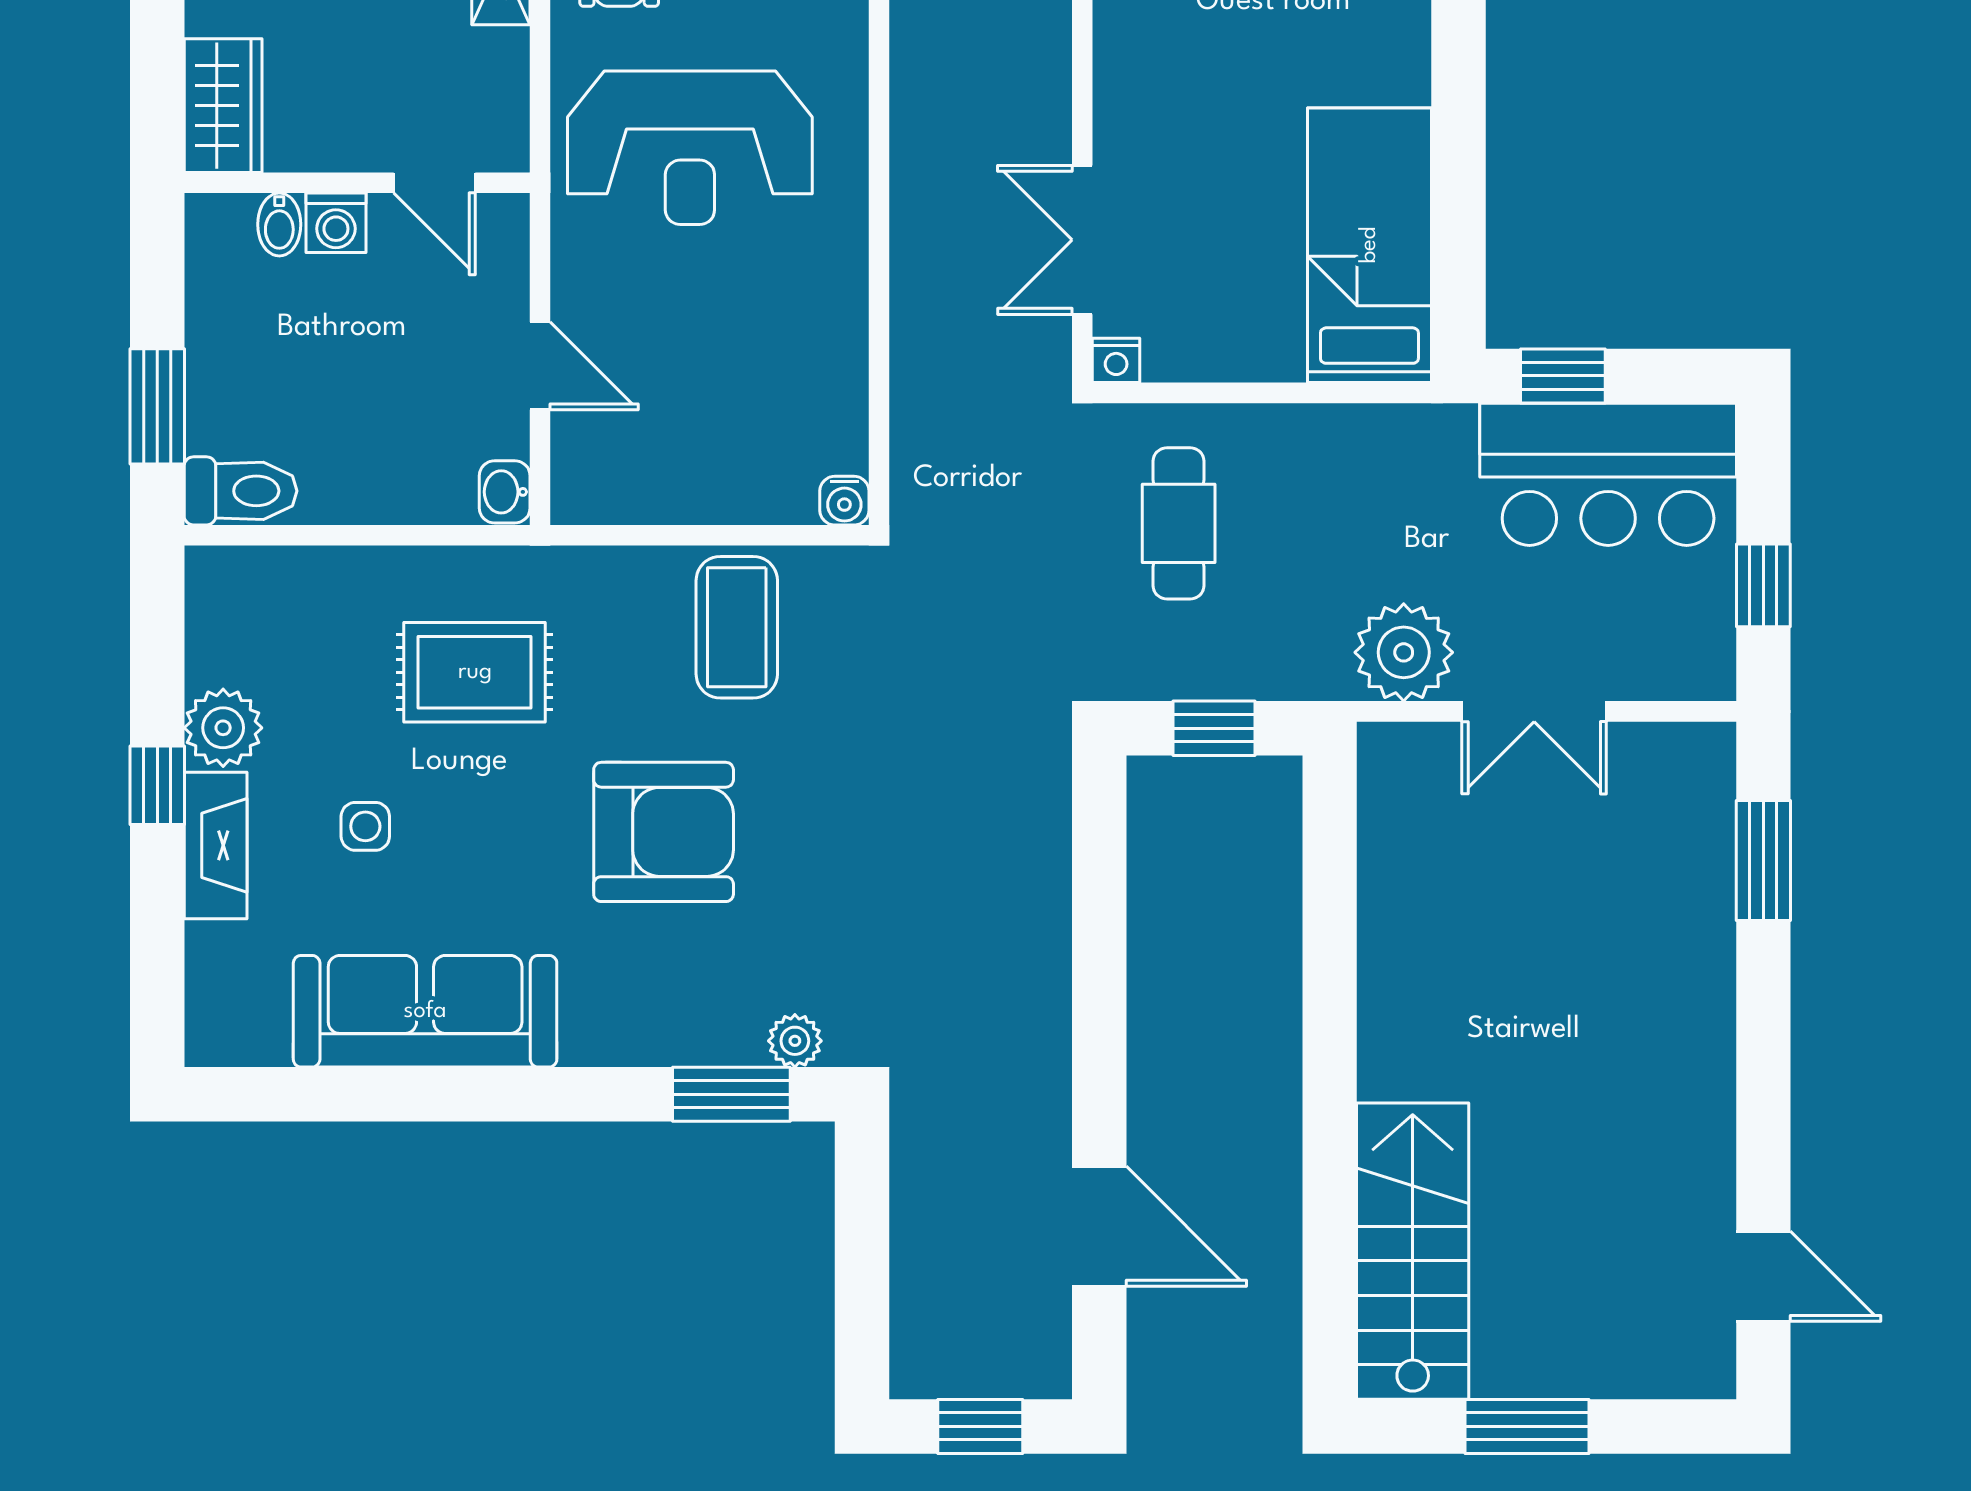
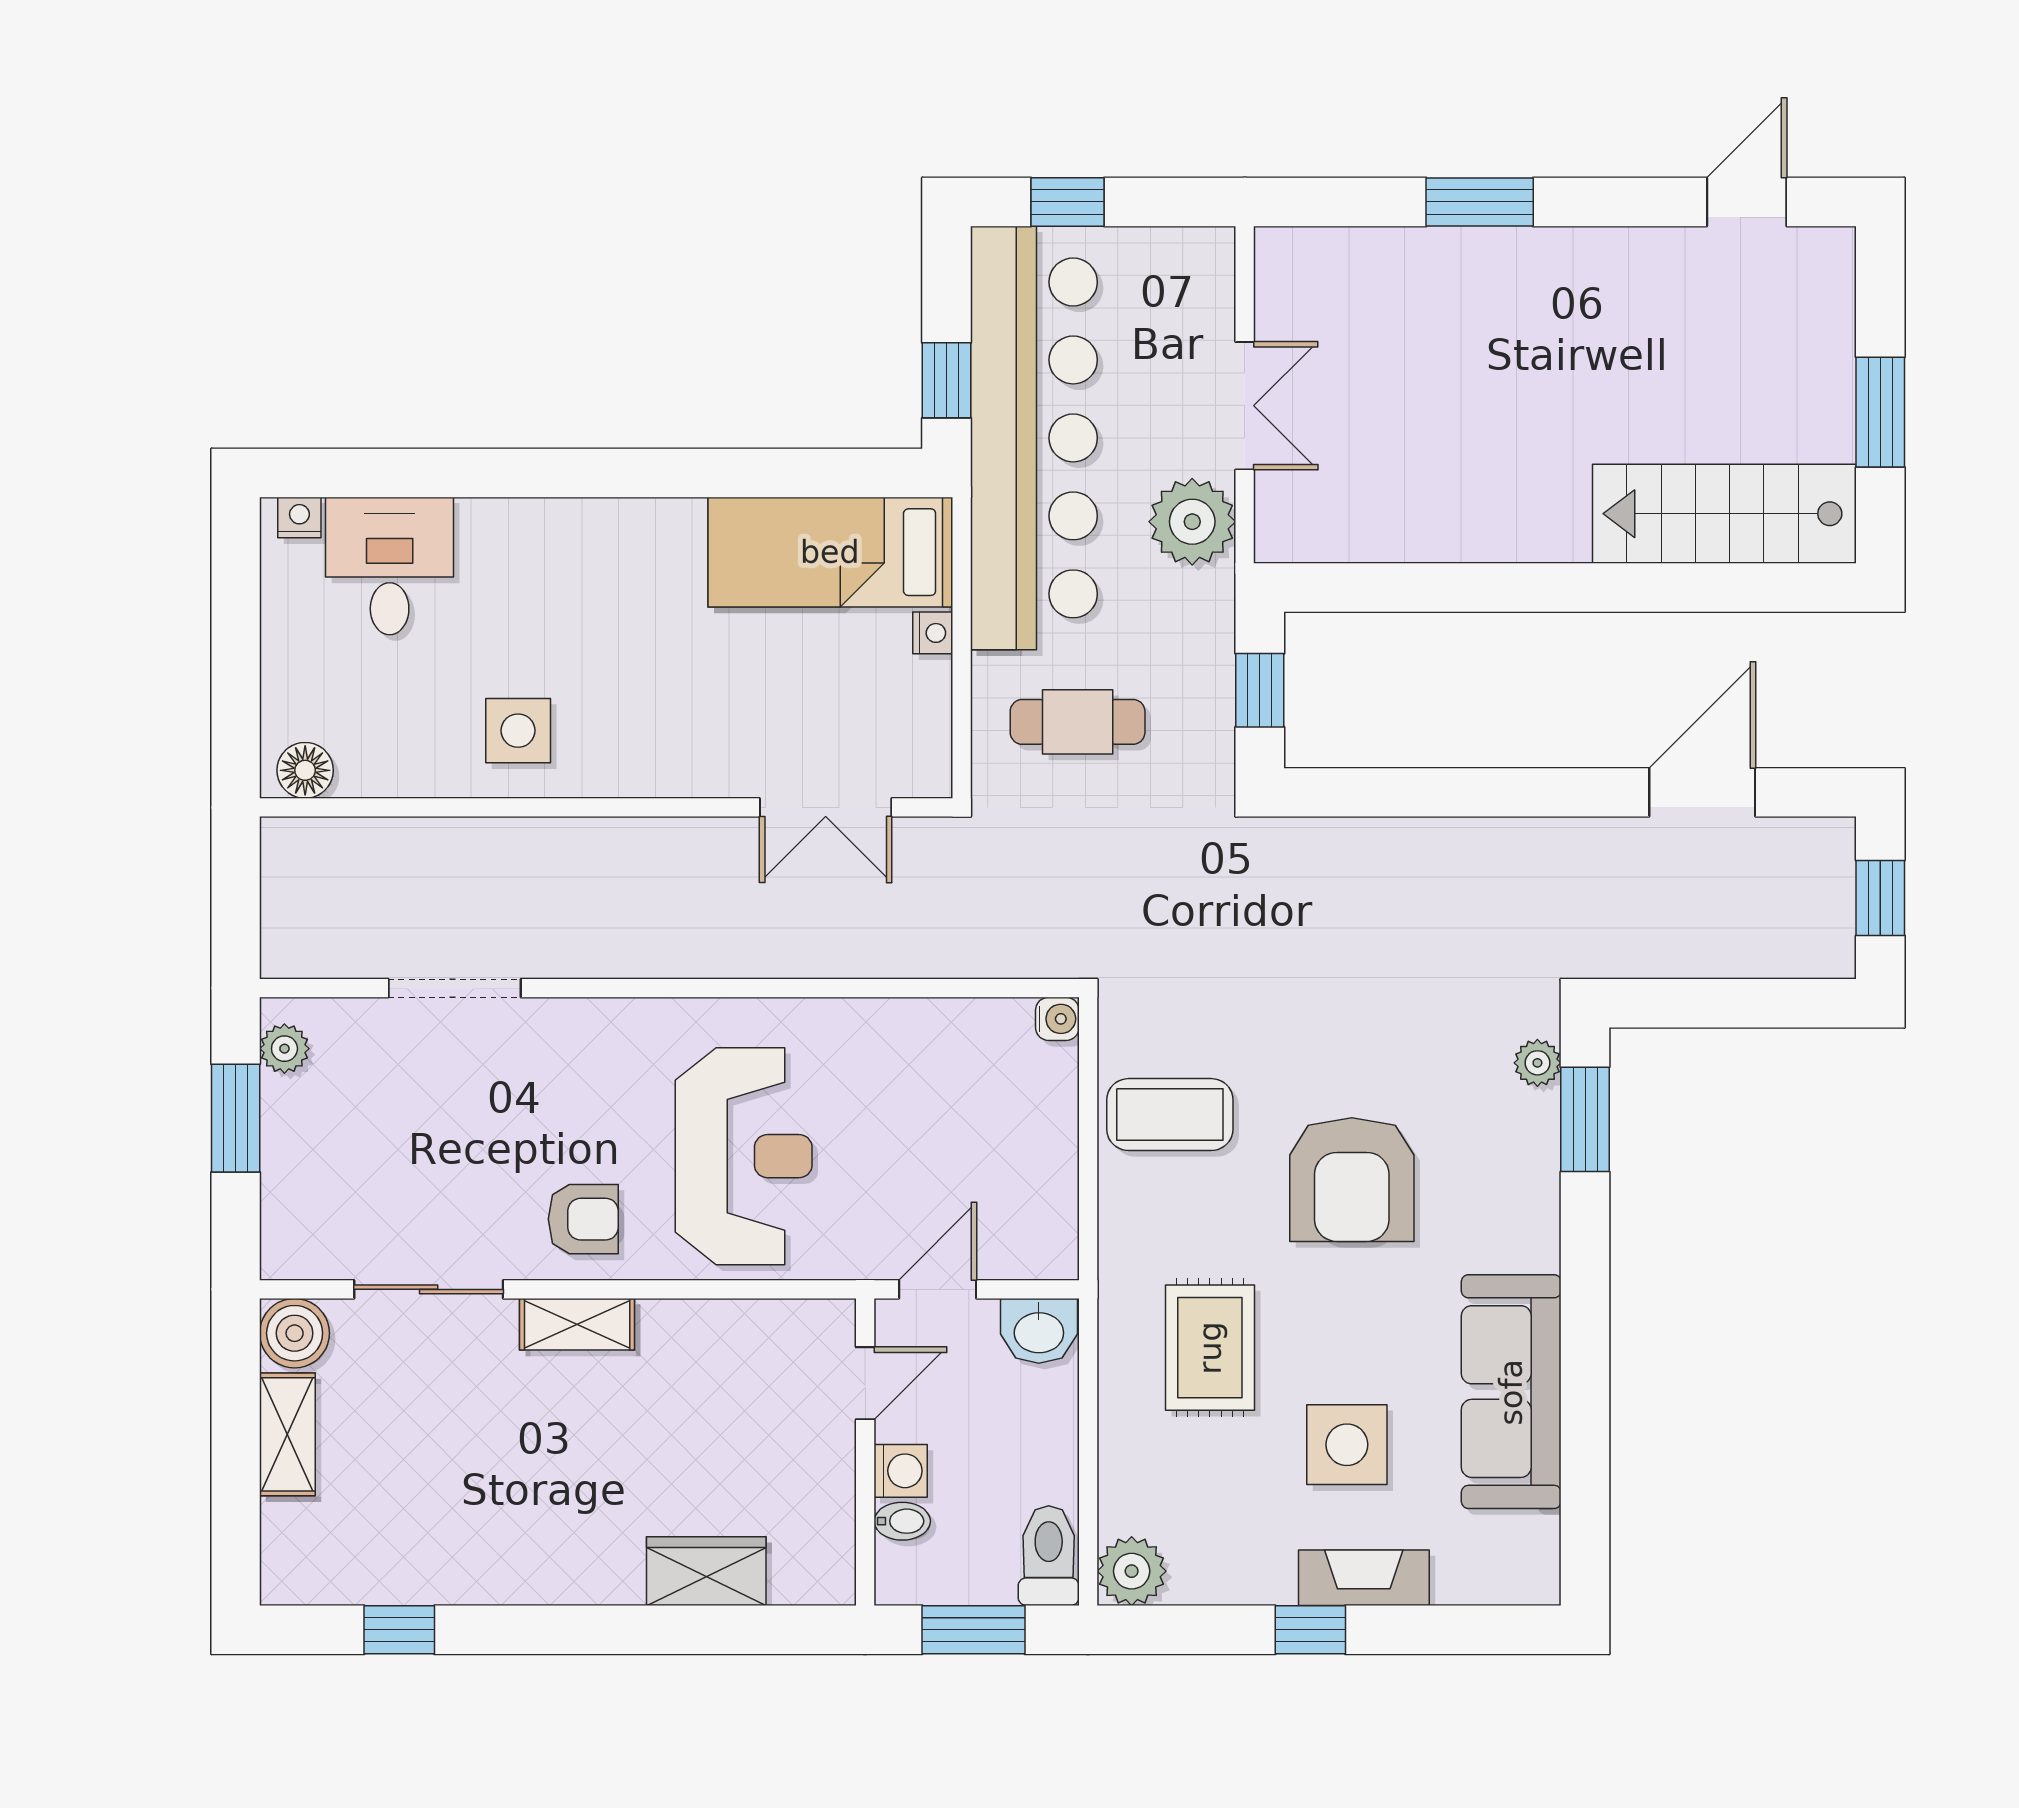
wall: (357, 183) -> (865, 1452), moved
door: (434, 183) -> (865, 1383), moved
washing machine: (336, 223) -> (901, 1471), moved
bidet: (279, 224) -> (902, 1521), moved
nightstand: (1116, 360) -> (933, 633), moved
bar counter: (1608, 474) -> (1034, 438), width x1.86
washbasin: (505, 492) -> (1039, 1331), width x1.38, depth x1.45
window: (1763, 585) -> (1068, 202), moved
plant: (223, 728) -> (1132, 1571), moved
side table: (365, 826) -> (1347, 1445), width x1.87, depth x1.87
armchair: (664, 832) -> (1352, 1180), turned 180
window: (1763, 861) -> (1480, 202), moved

